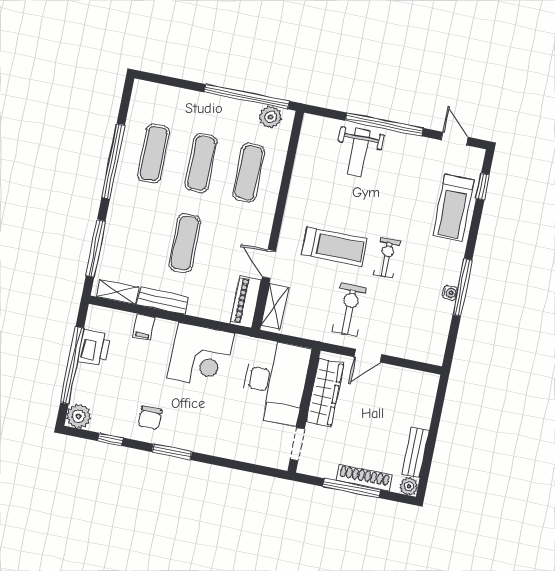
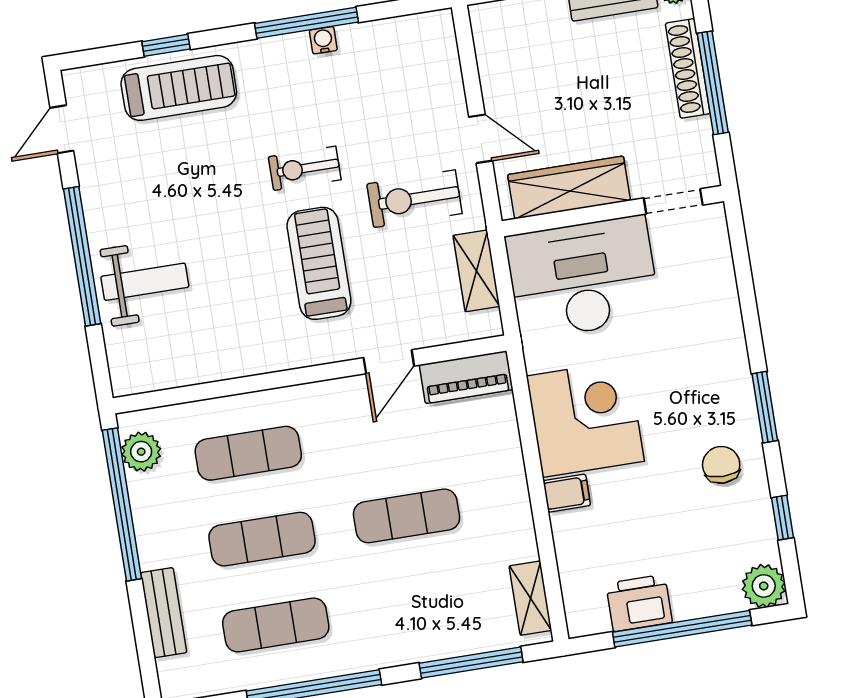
window: (483, 187) -> (166, 45), moved
bench: (163, 301) -> (164, 613), moved
shelving: (275, 306) -> (476, 271), moved, turned 90
filing cabinet: (144, 327) -> (567, 493), moved
chair: (150, 418) -> (721, 465), turned -90

